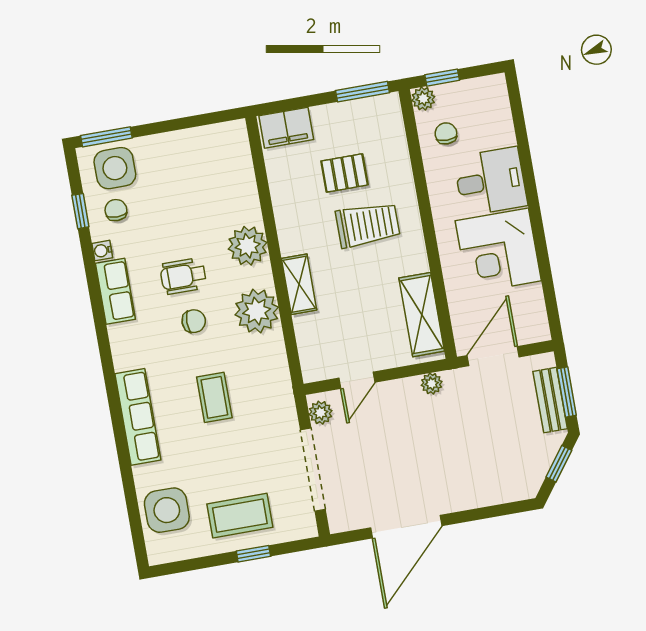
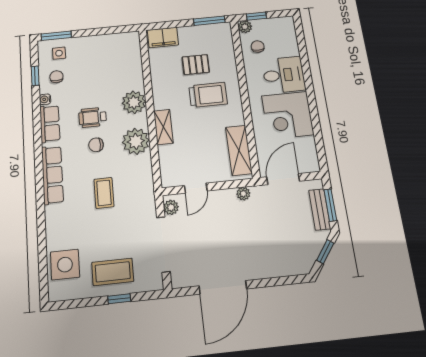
side table: (115, 168) -> (59, 53), width x0.54, depth x0.54
chair: (194, 321) -> (96, 145), turned 180
row of seats: (138, 417) -> (52, 175), moved

